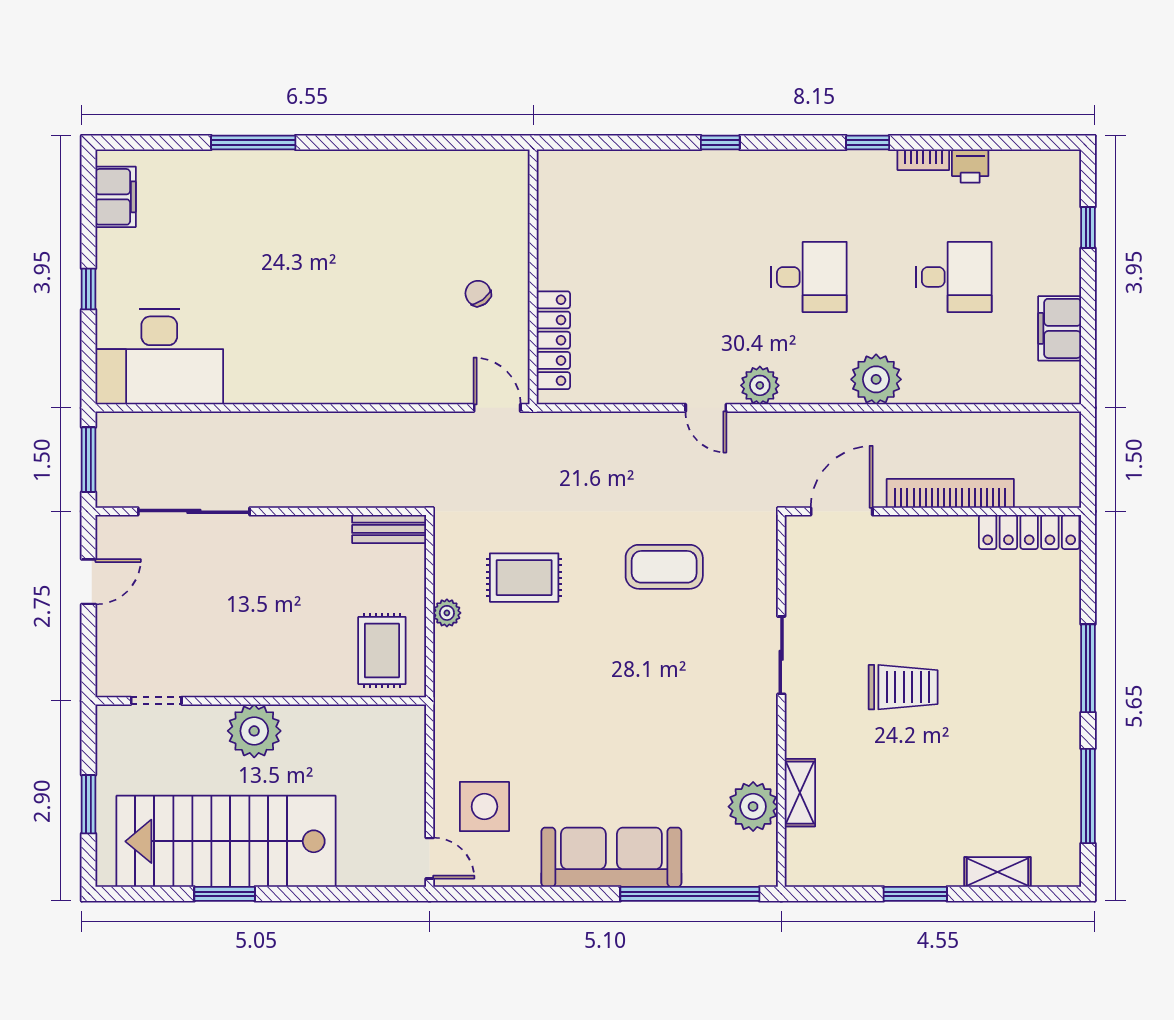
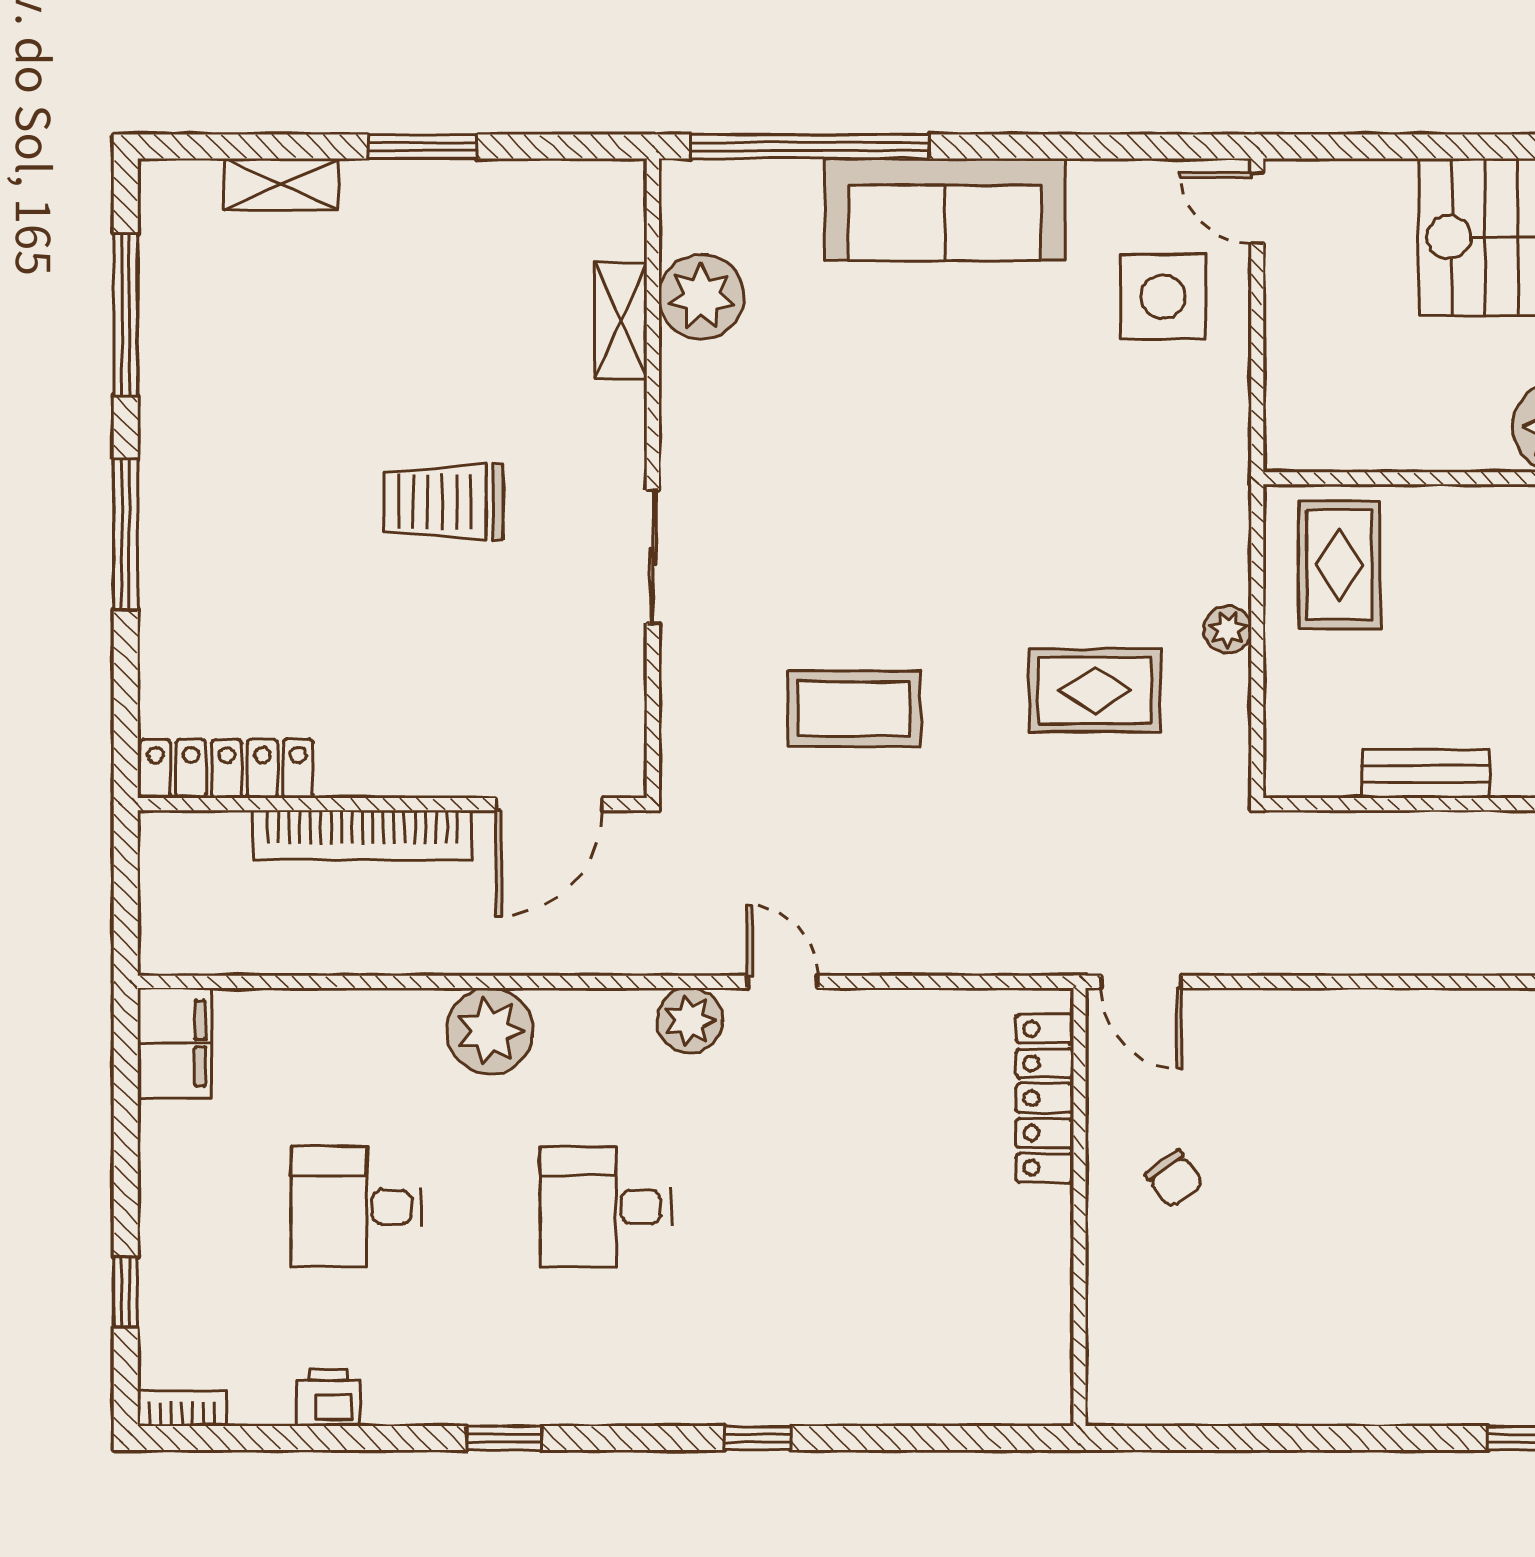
bookcase: (923, 160) -> (182, 1408), moved
filing cabinet: (1060, 328) -> (174, 1043), moved
bench: (389, 529) -> (1426, 774), moved

